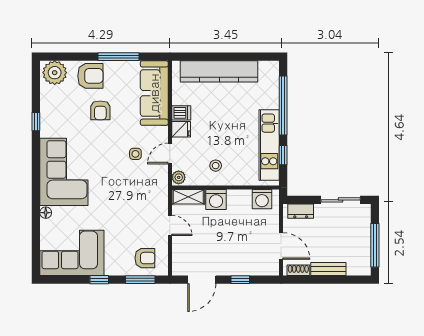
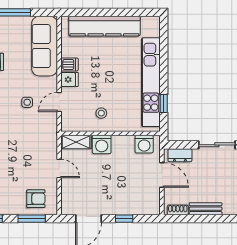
window: (283, 106) -> (164, 58), removed
kitchen unit: (269, 145) -> (151, 82), width x1.36
plant: (179, 177) -> (67, 124), removed
door: (281, 246) -> (162, 175), moved

